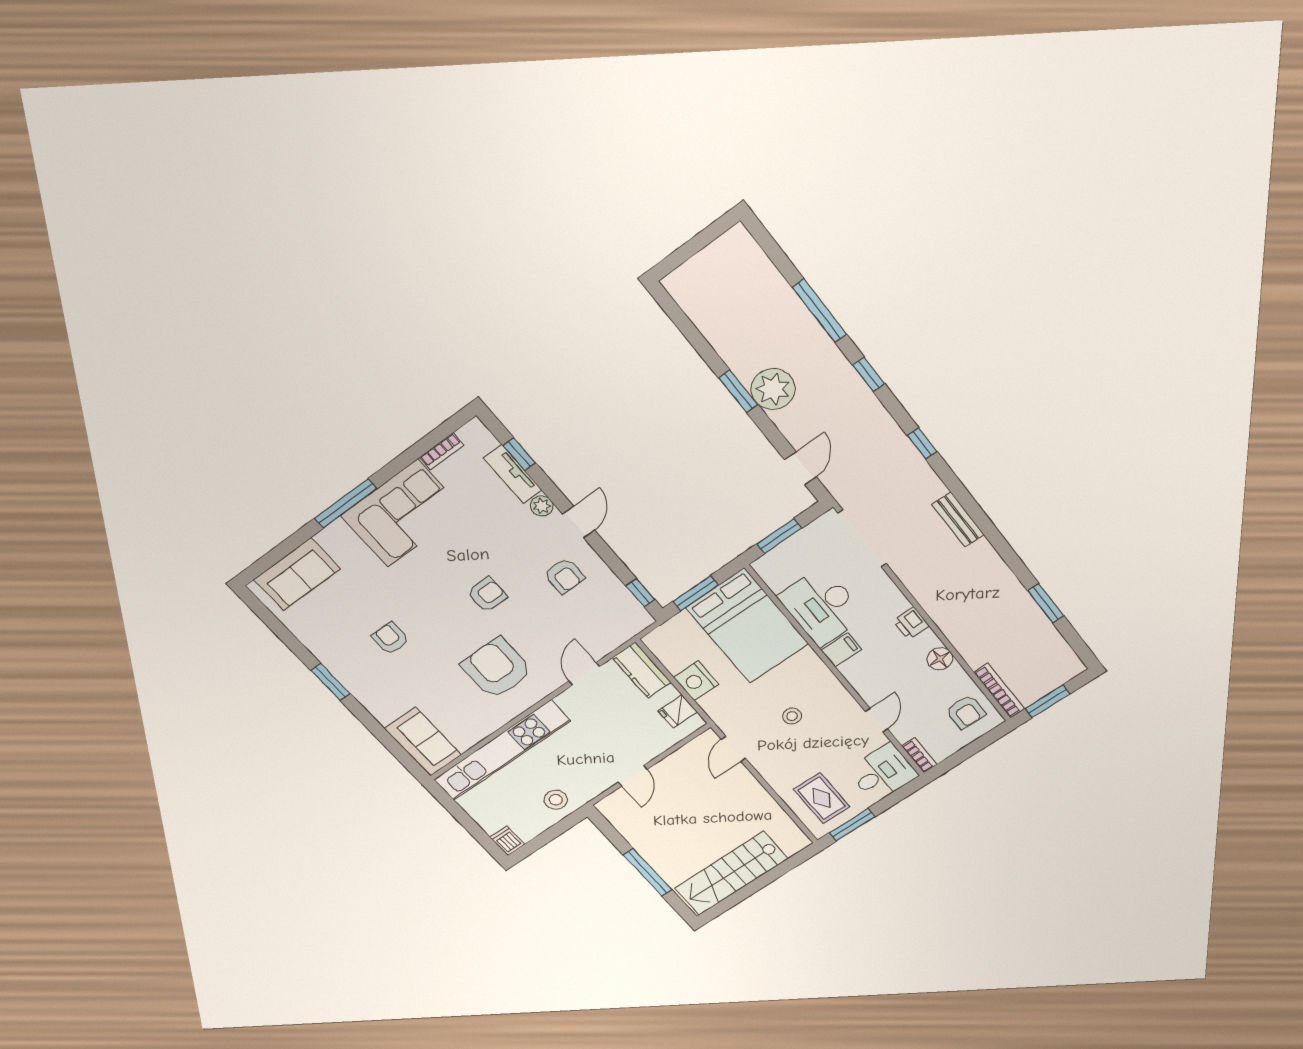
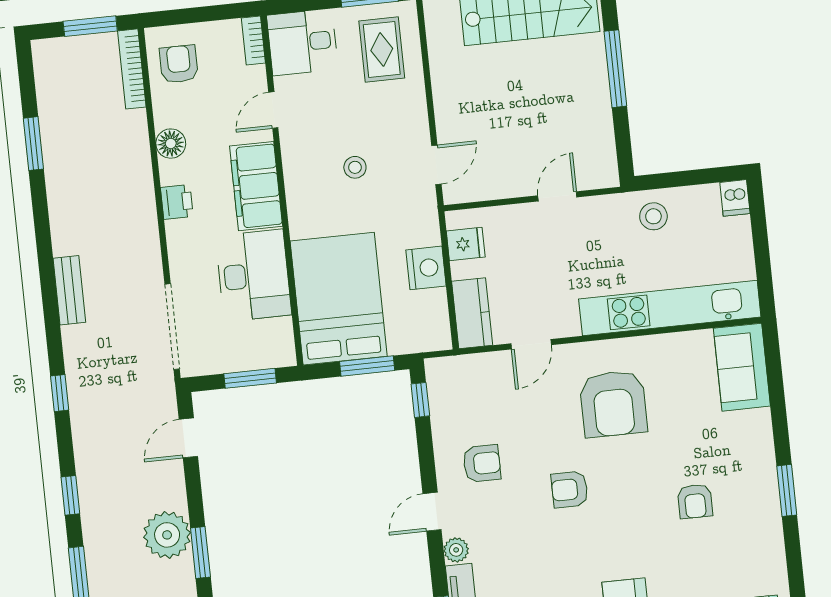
armchair: (564, 576) -> (482, 463), turned 90
filing cabinet: (841, 650) -> (256, 186), width x3.00, depth x1.17

